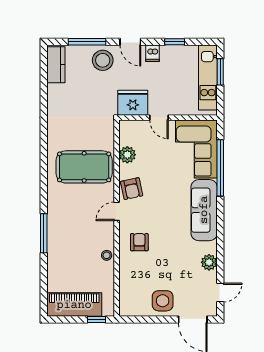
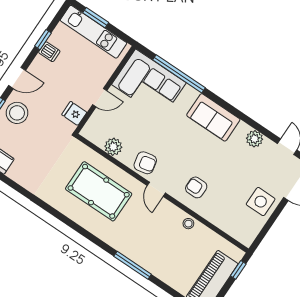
dishwasher: (153, 53) -> (49, 52), moved
fridge: (133, 103) -> (74, 113), width x0.53, depth x0.75
pool table: (84, 167) -> (99, 191), turned 90
sofa: (204, 210) -> (213, 117), width x0.73

